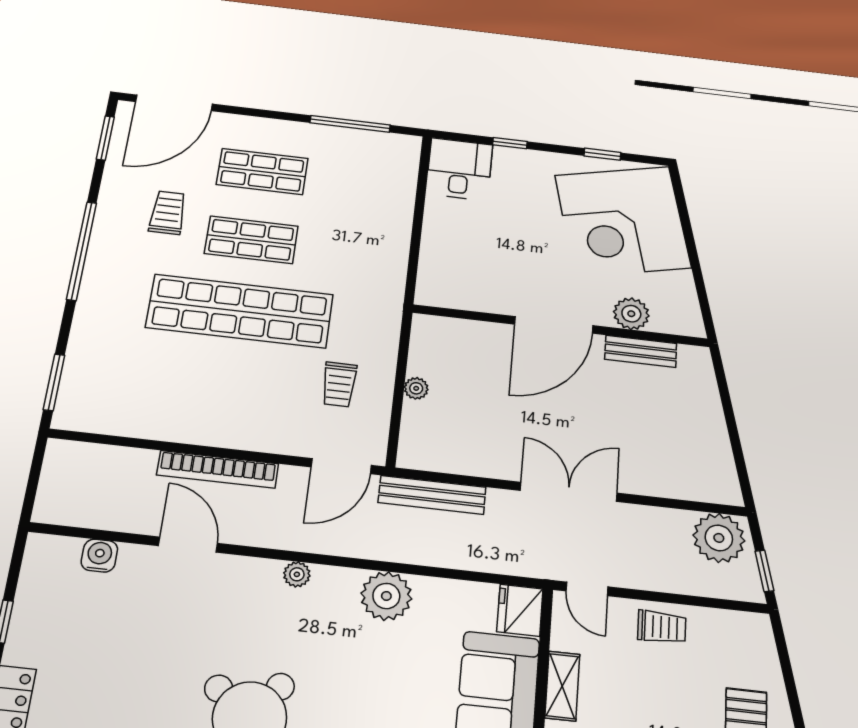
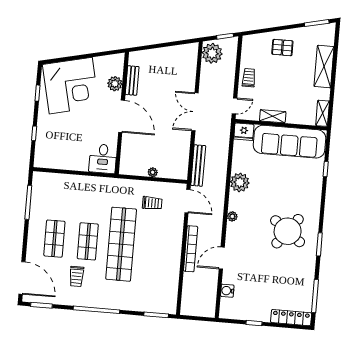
desk: (459, 169) -> (103, 159), moved, turned -90
trolley: (168, 213) -> (77, 276), turned -90

